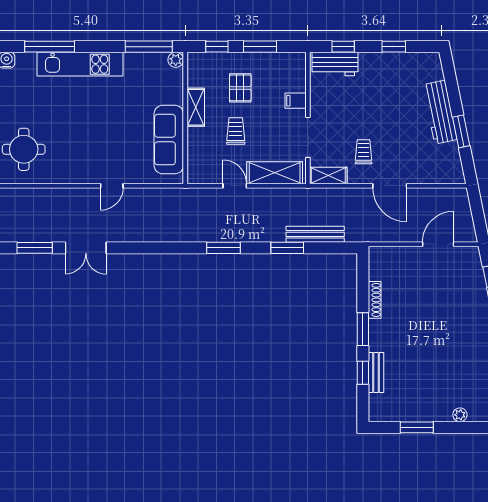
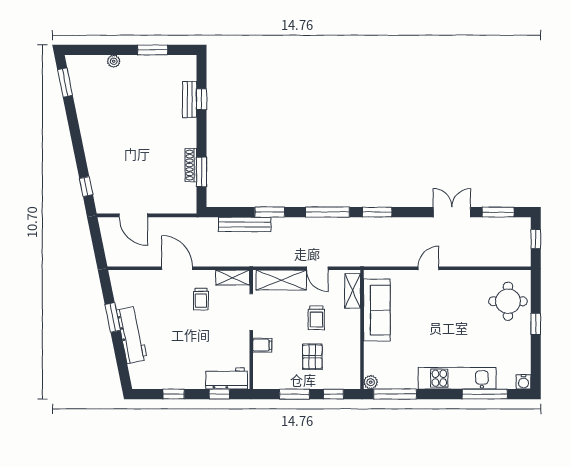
shelving: (196, 107) -> (353, 291), moved
door: (438, 244) -> (133, 215), hinge flipped
window: (168, 248) -> (377, 212), added
window: (223, 248) -> (327, 212), width x1.44
window: (363, 329) -> (202, 172), moved

